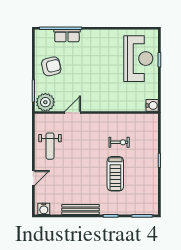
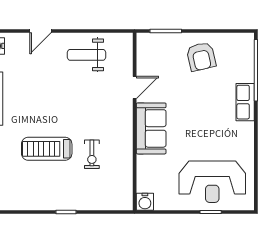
row of seats: (67, 36) -> (245, 102), moved
sofa: (101, 101) -> (151, 128), added
plant: (45, 102) -> (150, 48), removed
door: (73, 113) -> (135, 88), hinge flipped
door: (33, 178) -> (41, 31), hinge flipped

